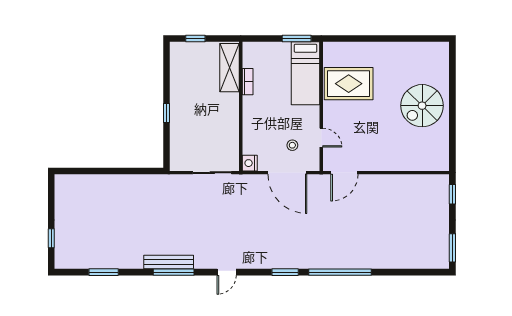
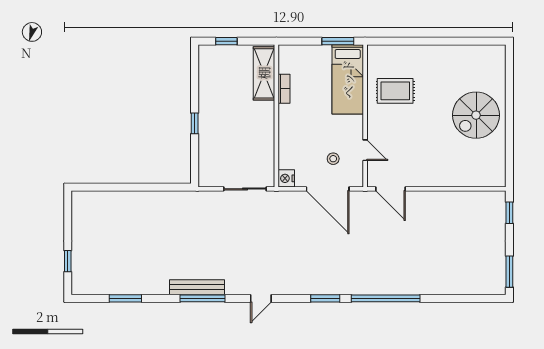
rug: (349, 84) -> (395, 91), width x0.73, depth x0.70
door: (344, 173) -> (391, 189), hinge flipped

